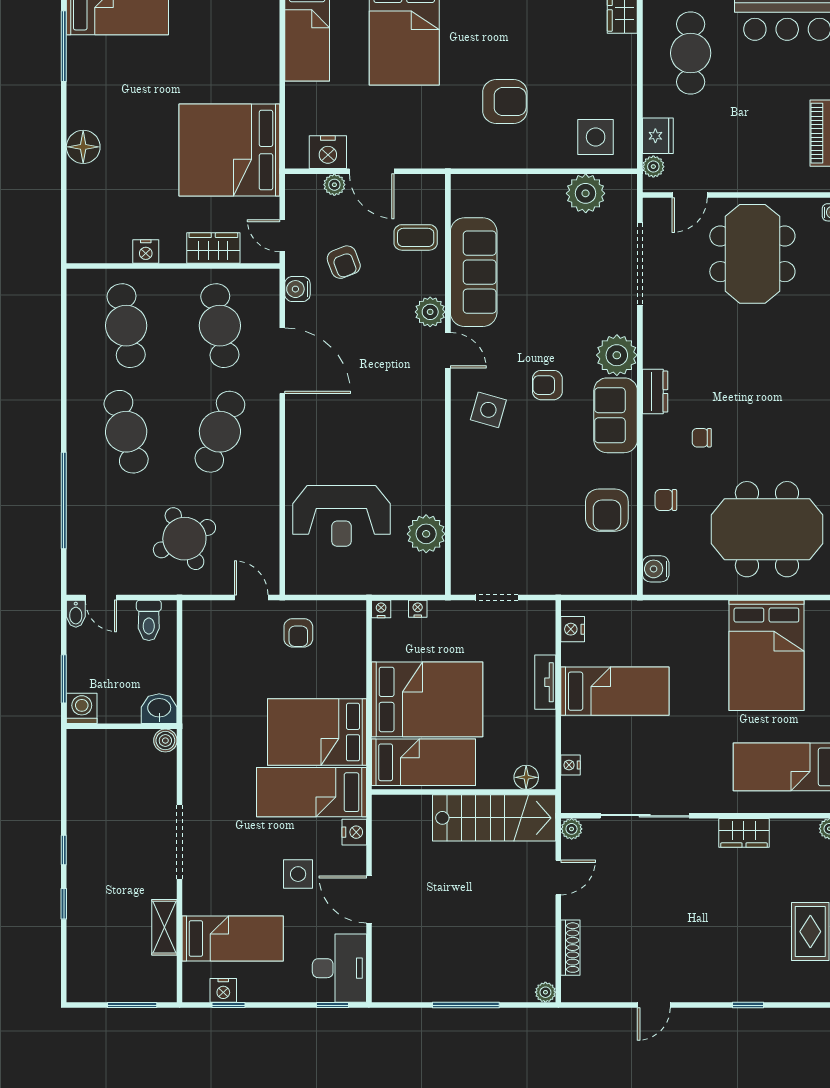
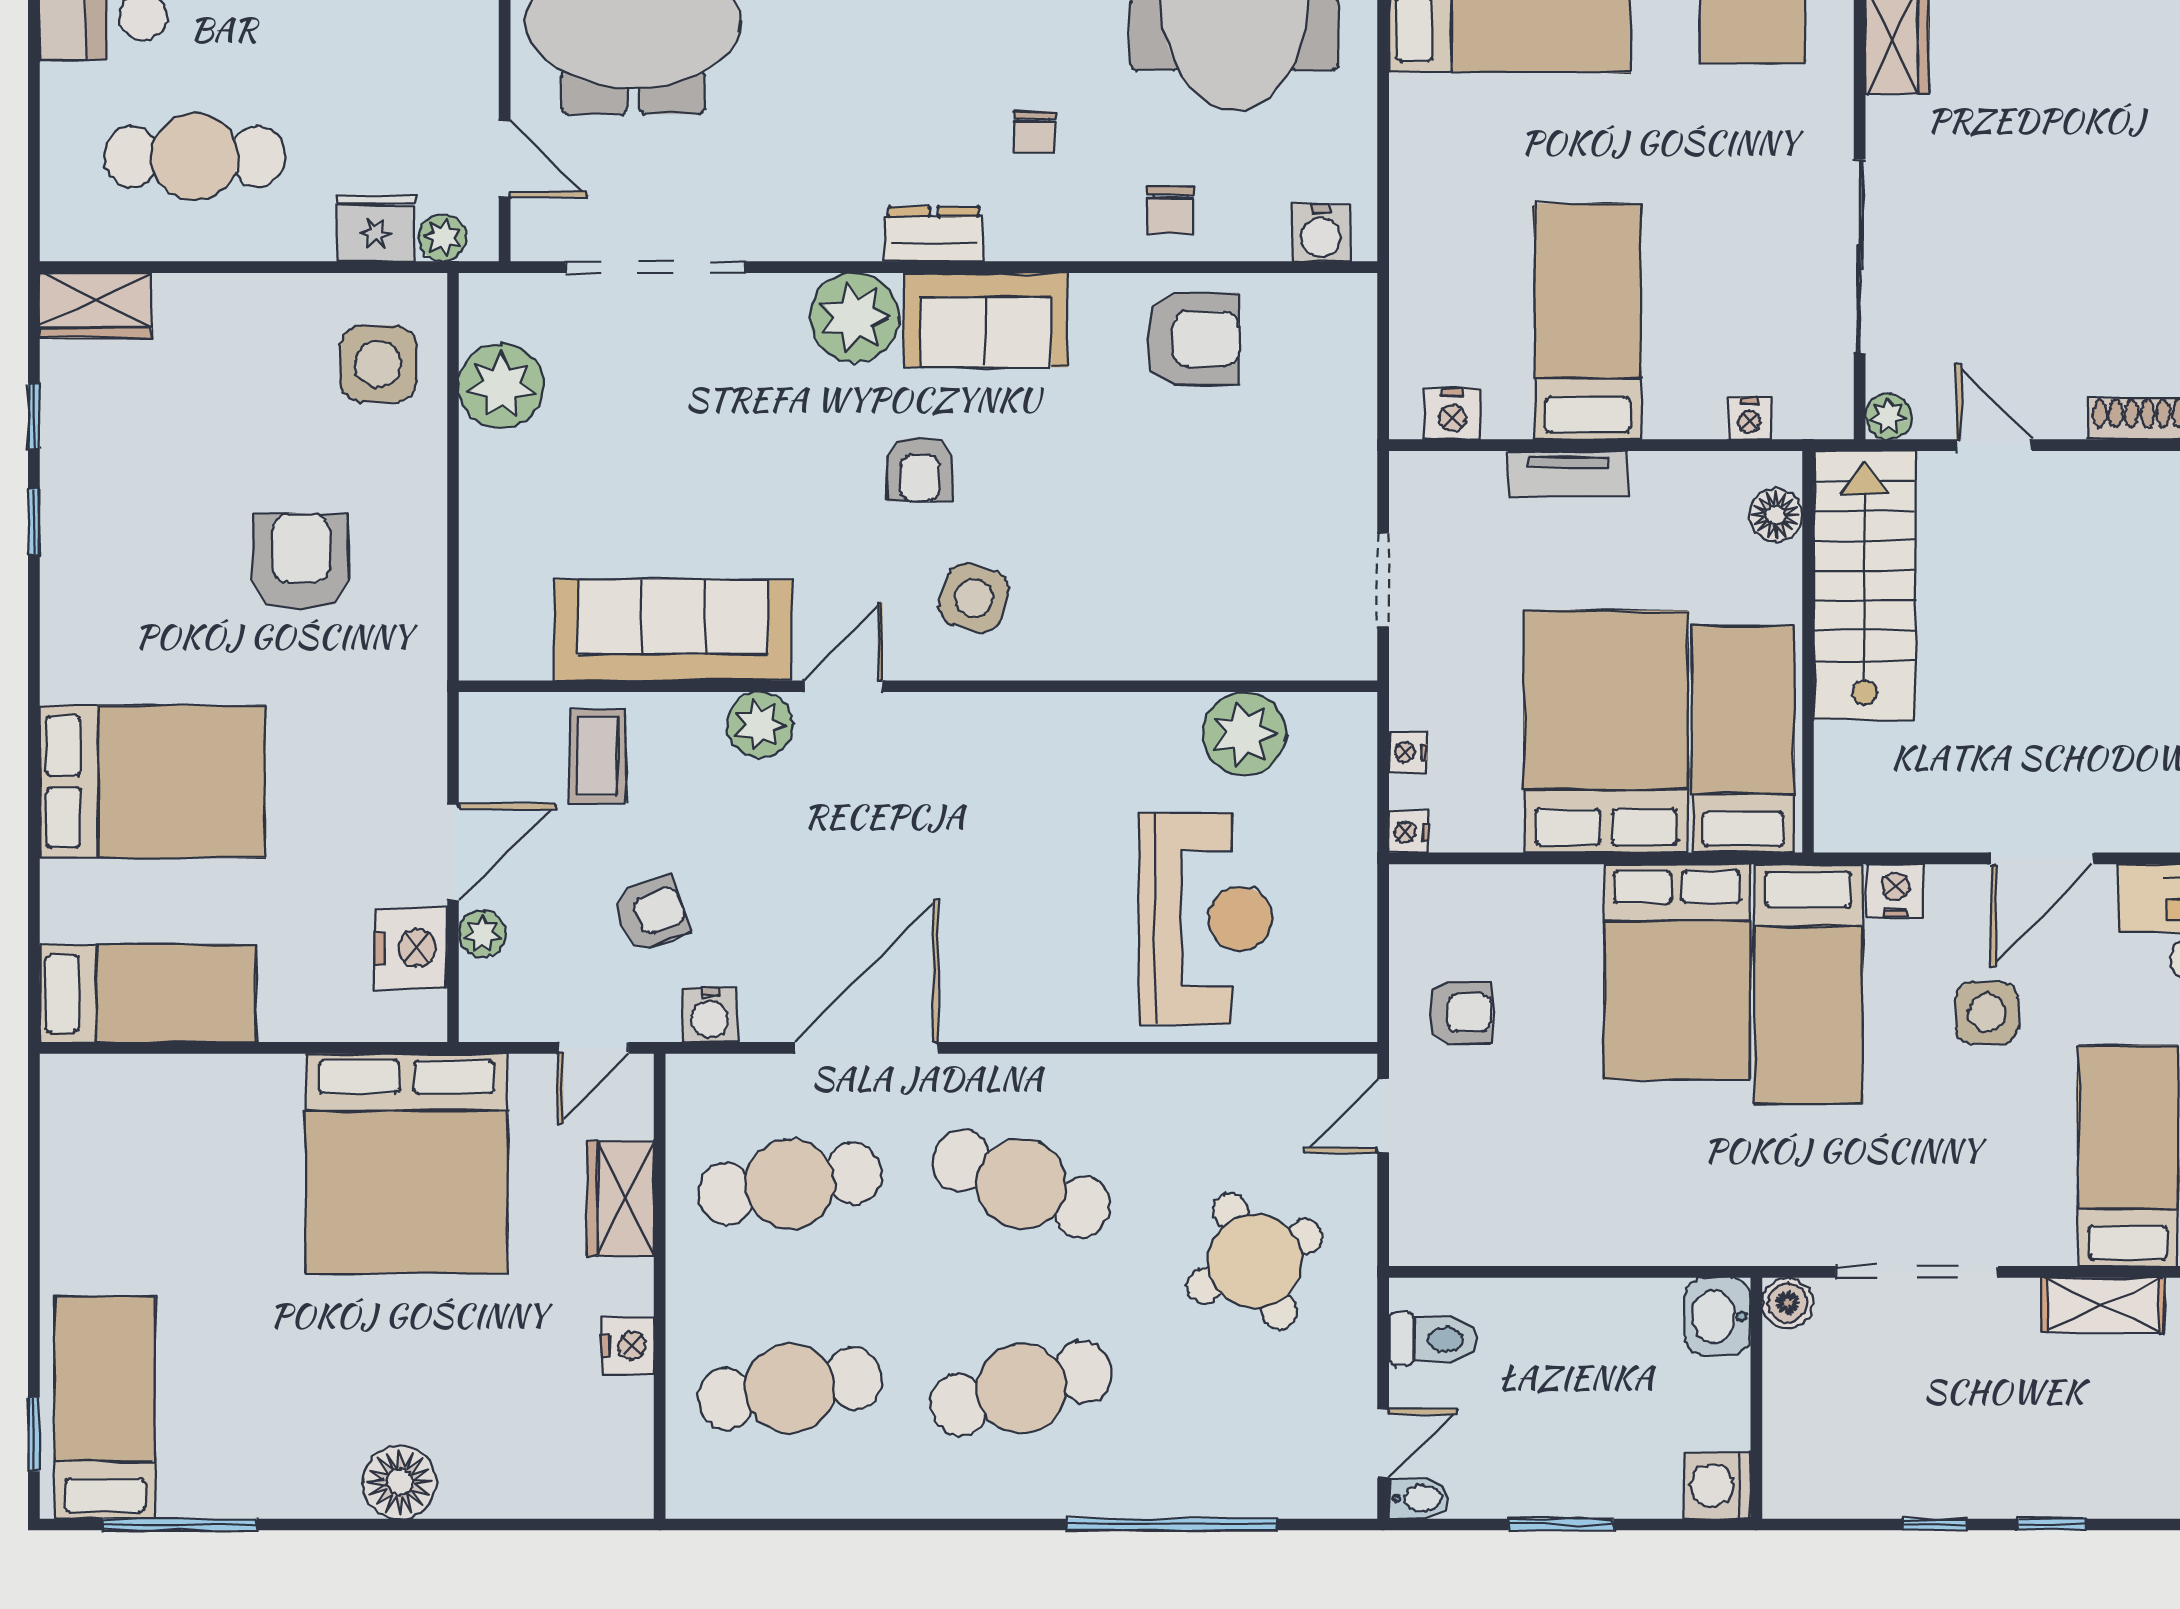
washing machine: (82, 708) -> (1717, 1485), moved
washbasin: (159, 709) -> (1718, 1316), moved
wall: (122, 726) -> (1756, 1398), moved
boiler: (165, 741) -> (1787, 1303), moved

